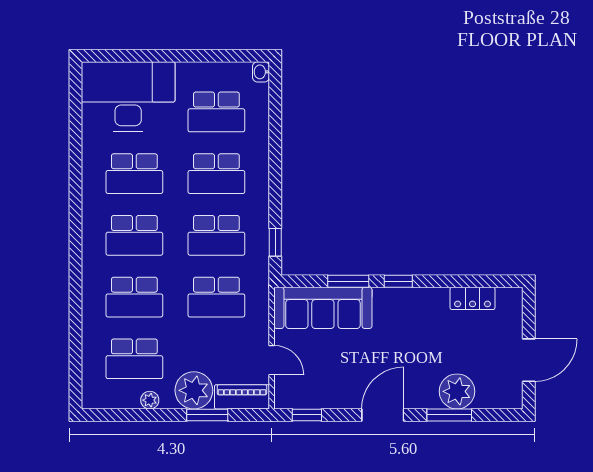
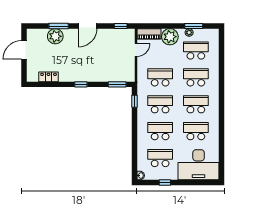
window: (206, 56) -> (165, 183), added
window: (348, 281) -> (117, 84), moved
sofa: (323, 308) -> (114, 73), removed
door: (272, 360) -> (136, 50), swing flipped
window: (207, 415) -> (194, 26), moved

